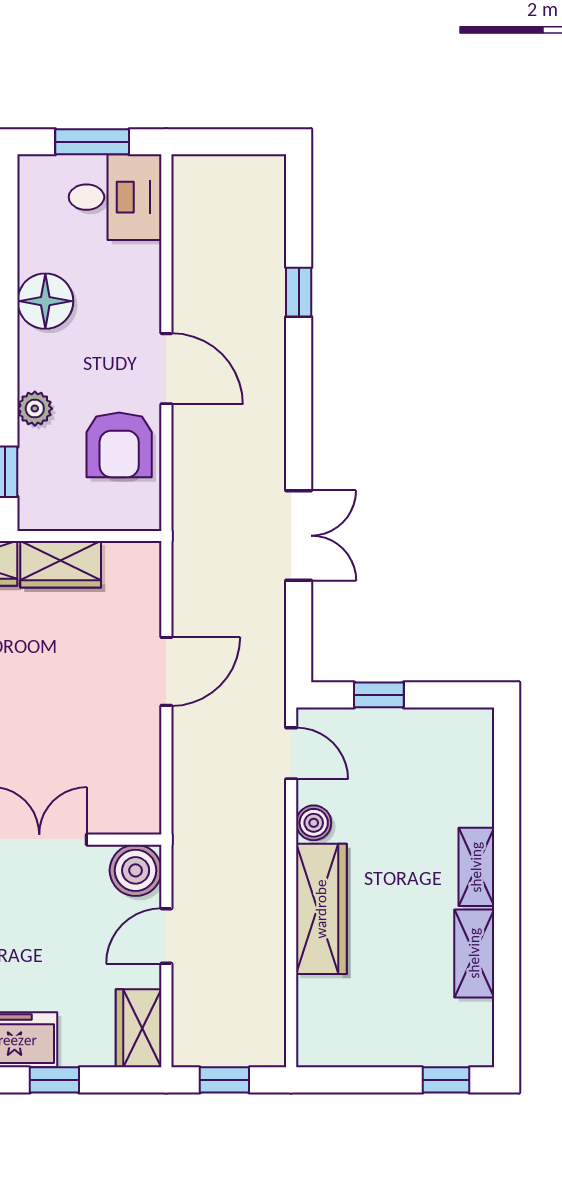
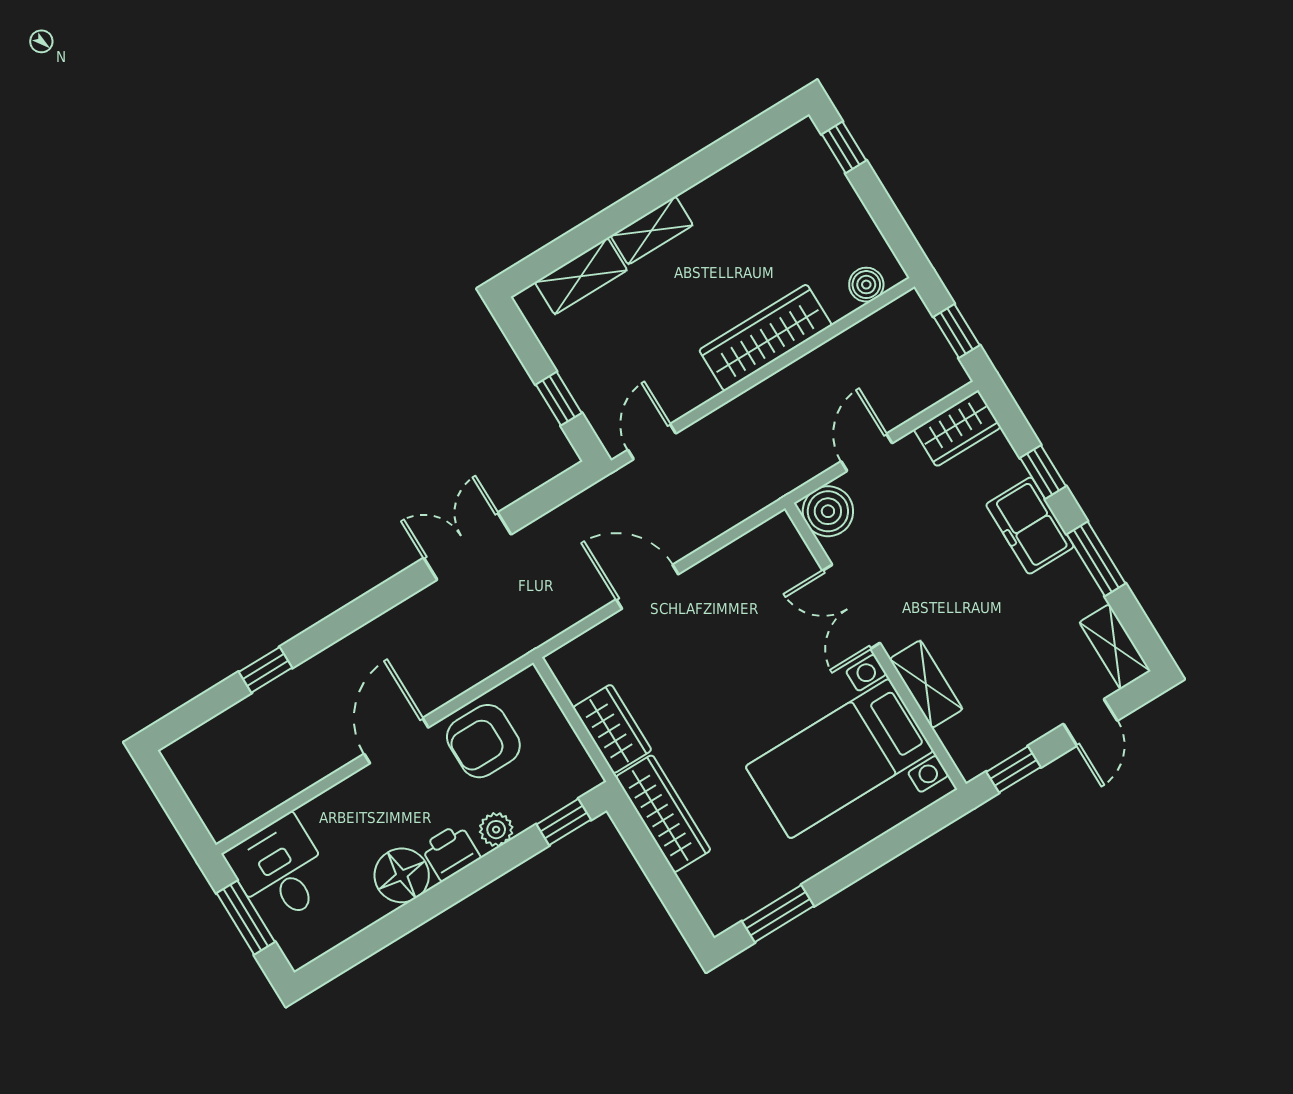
printer: (39, 356) -> (451, 852), added
armchair: (119, 445) -> (483, 741), turned 180
boiler: (314, 823) -> (866, 285), moved
door: (166, 936) -> (867, 452), swing flipped
shelving: (474, 953) -> (581, 276), moved

